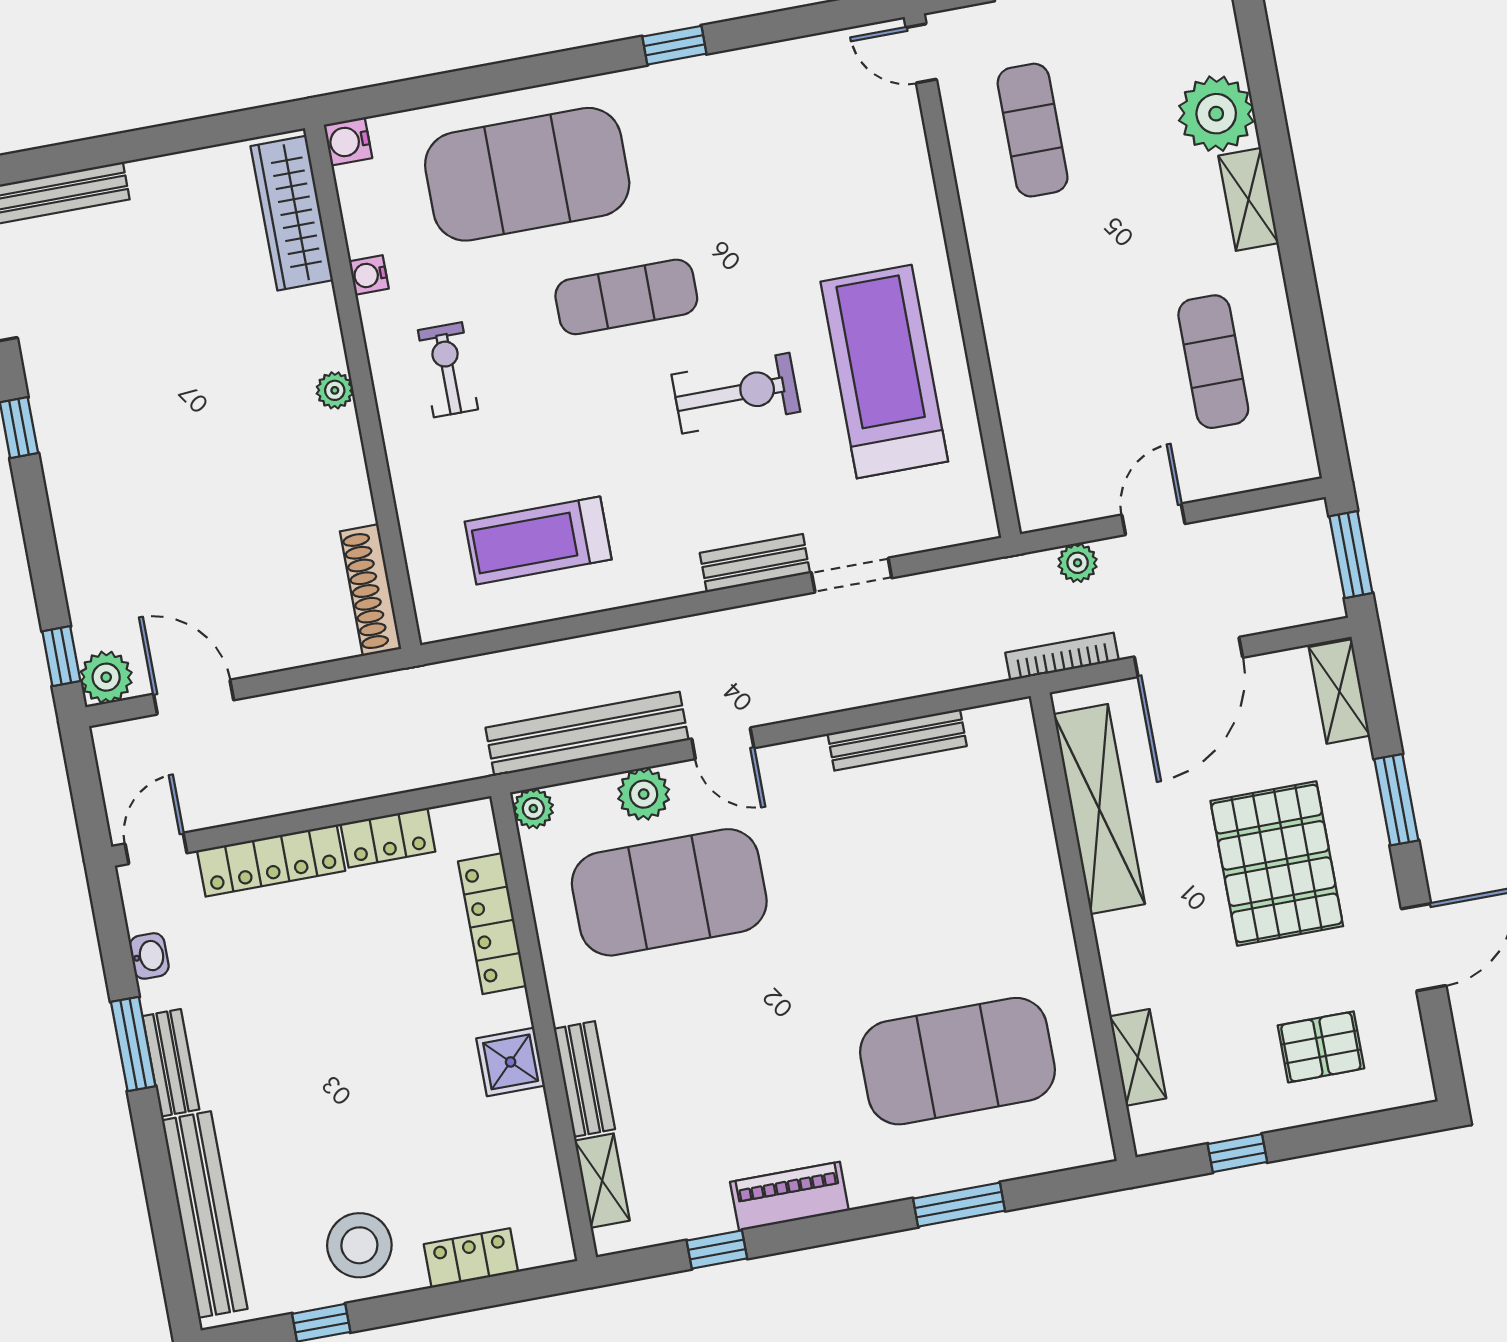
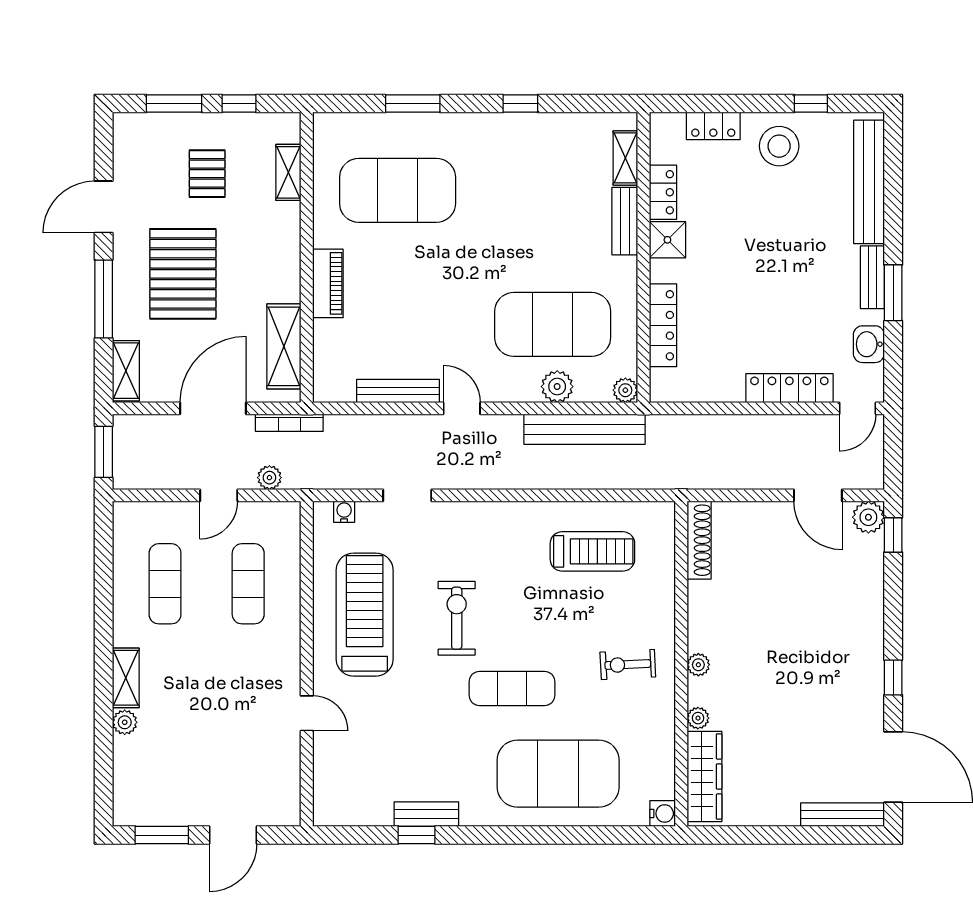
window: (674, 45) -> (417, 835), moved
door: (921, 53) -> (307, 713), moved
plant: (1216, 114) -> (125, 722), width x0.53, depth x0.53
exercise mat: (1033, 130) -> (248, 584), moved
water cooler: (369, 275) -> (344, 512), moved, turned -90
plant: (320, 305) -> (698, 718), added
exercise bike: (448, 370) -> (628, 664), turned 87
treadmill: (884, 372) -> (365, 615), turned 180
exercise bike: (736, 393) -> (457, 618), turned 90
bench: (755, 563) -> (426, 814), moved
door: (723, 743) -> (462, 408), moved
window: (1396, 800) -> (104, 299), width x1.44
shelving: (1099, 809) -> (284, 346), width x0.68
locker: (388, 838) -> (663, 192), moved, turned 90
washbasin: (149, 956) -> (869, 344), width x1.38, depth x1.45
pallet: (1321, 1047) -> (207, 174), moved, turned 90
window: (1341, 1134) -> (174, 104), added
piano: (789, 1196) -> (328, 283), moved, turned -90
window: (717, 1250) -> (520, 104), moved

